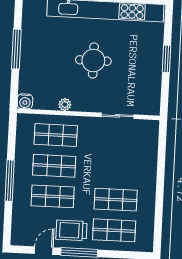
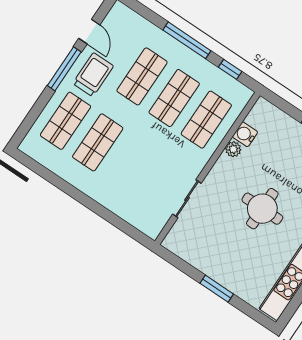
water cooler: (25, 101) -> (245, 134), moved
window: (12, 139) -> (230, 69), added

